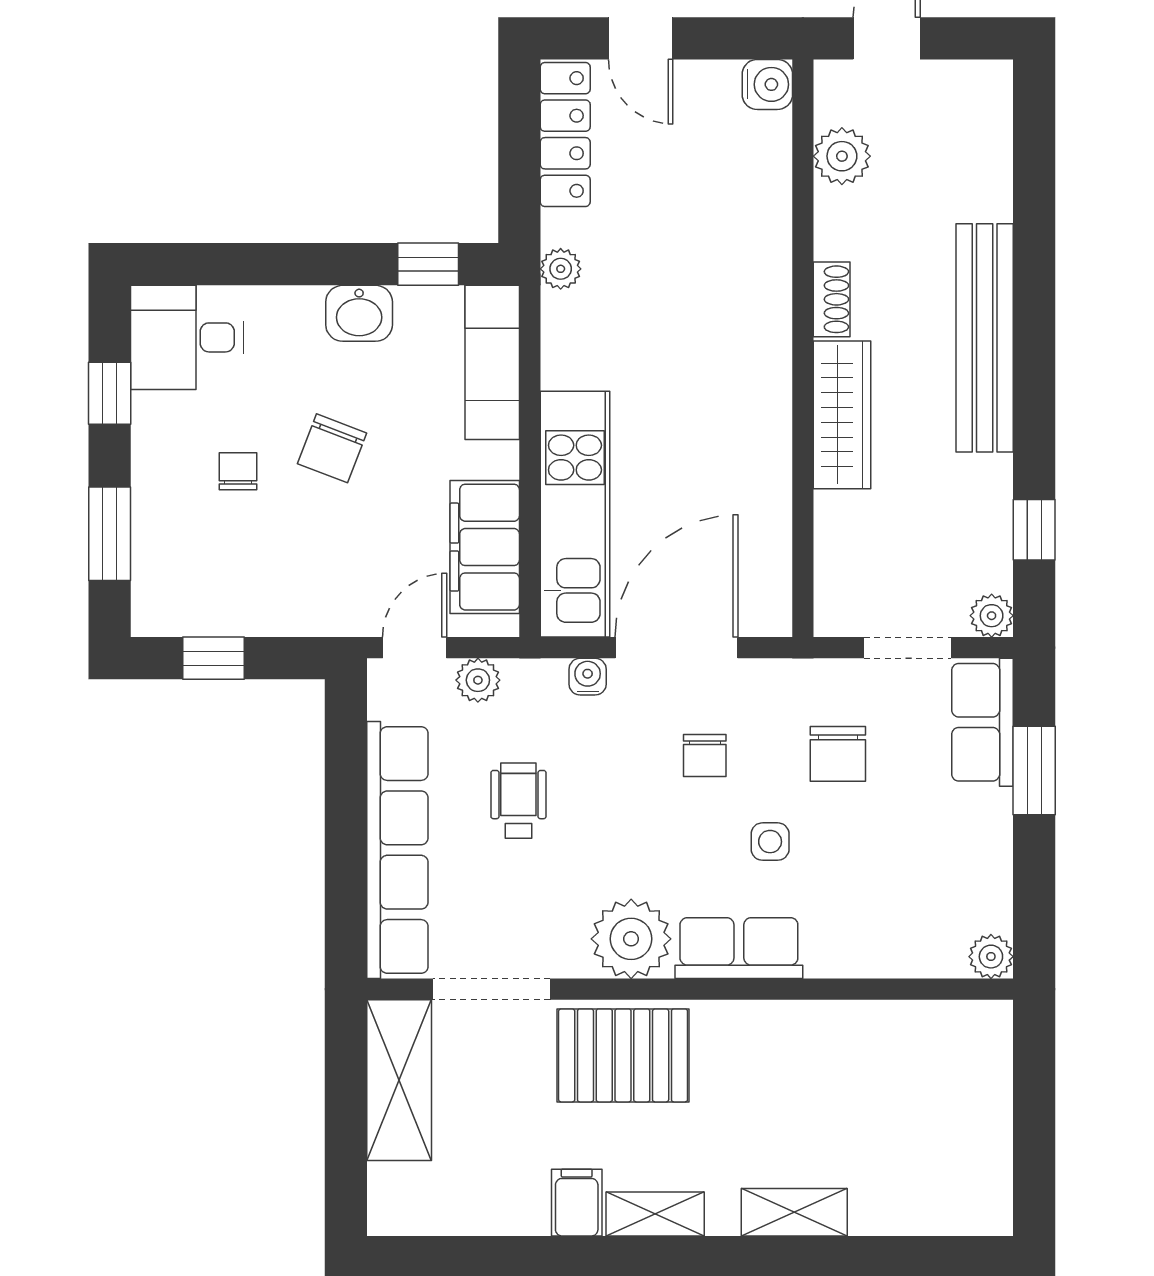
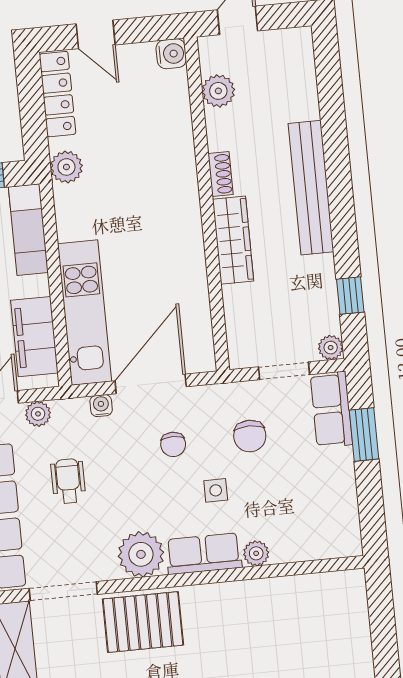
plant: (561, 269) -> (66, 167), width x1.38, depth x1.38
plant: (991, 957) -> (256, 553), moved

